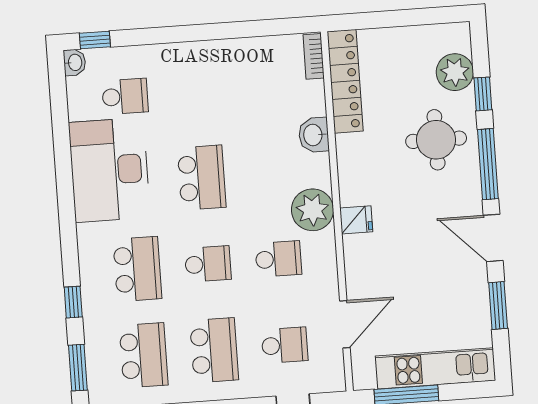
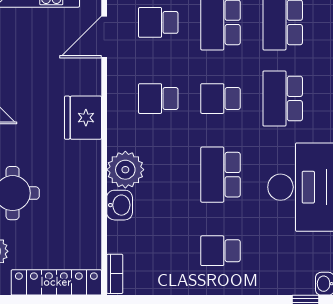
locker: (345, 81) -> (56, 282), moved, turned 90
school desk: (125, 96) -> (221, 251), moved
plant: (312, 210) -> (125, 170), moved
fridge: (356, 220) -> (83, 118), width x1.88, depth x1.34

